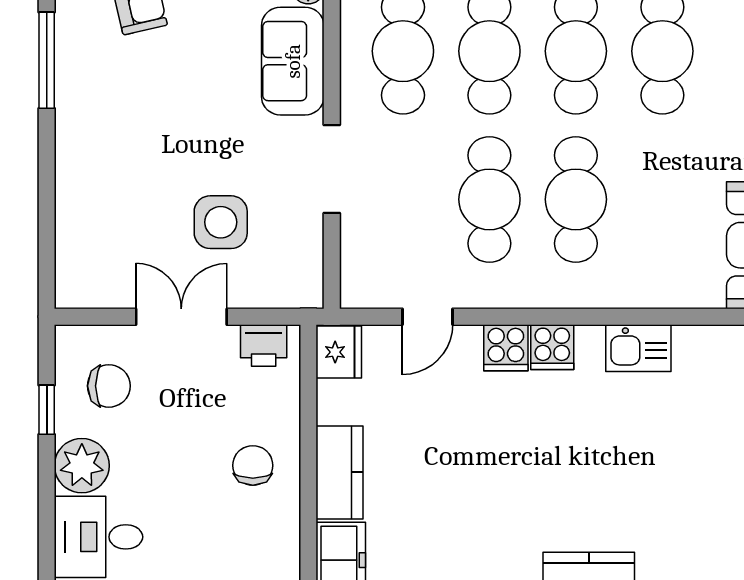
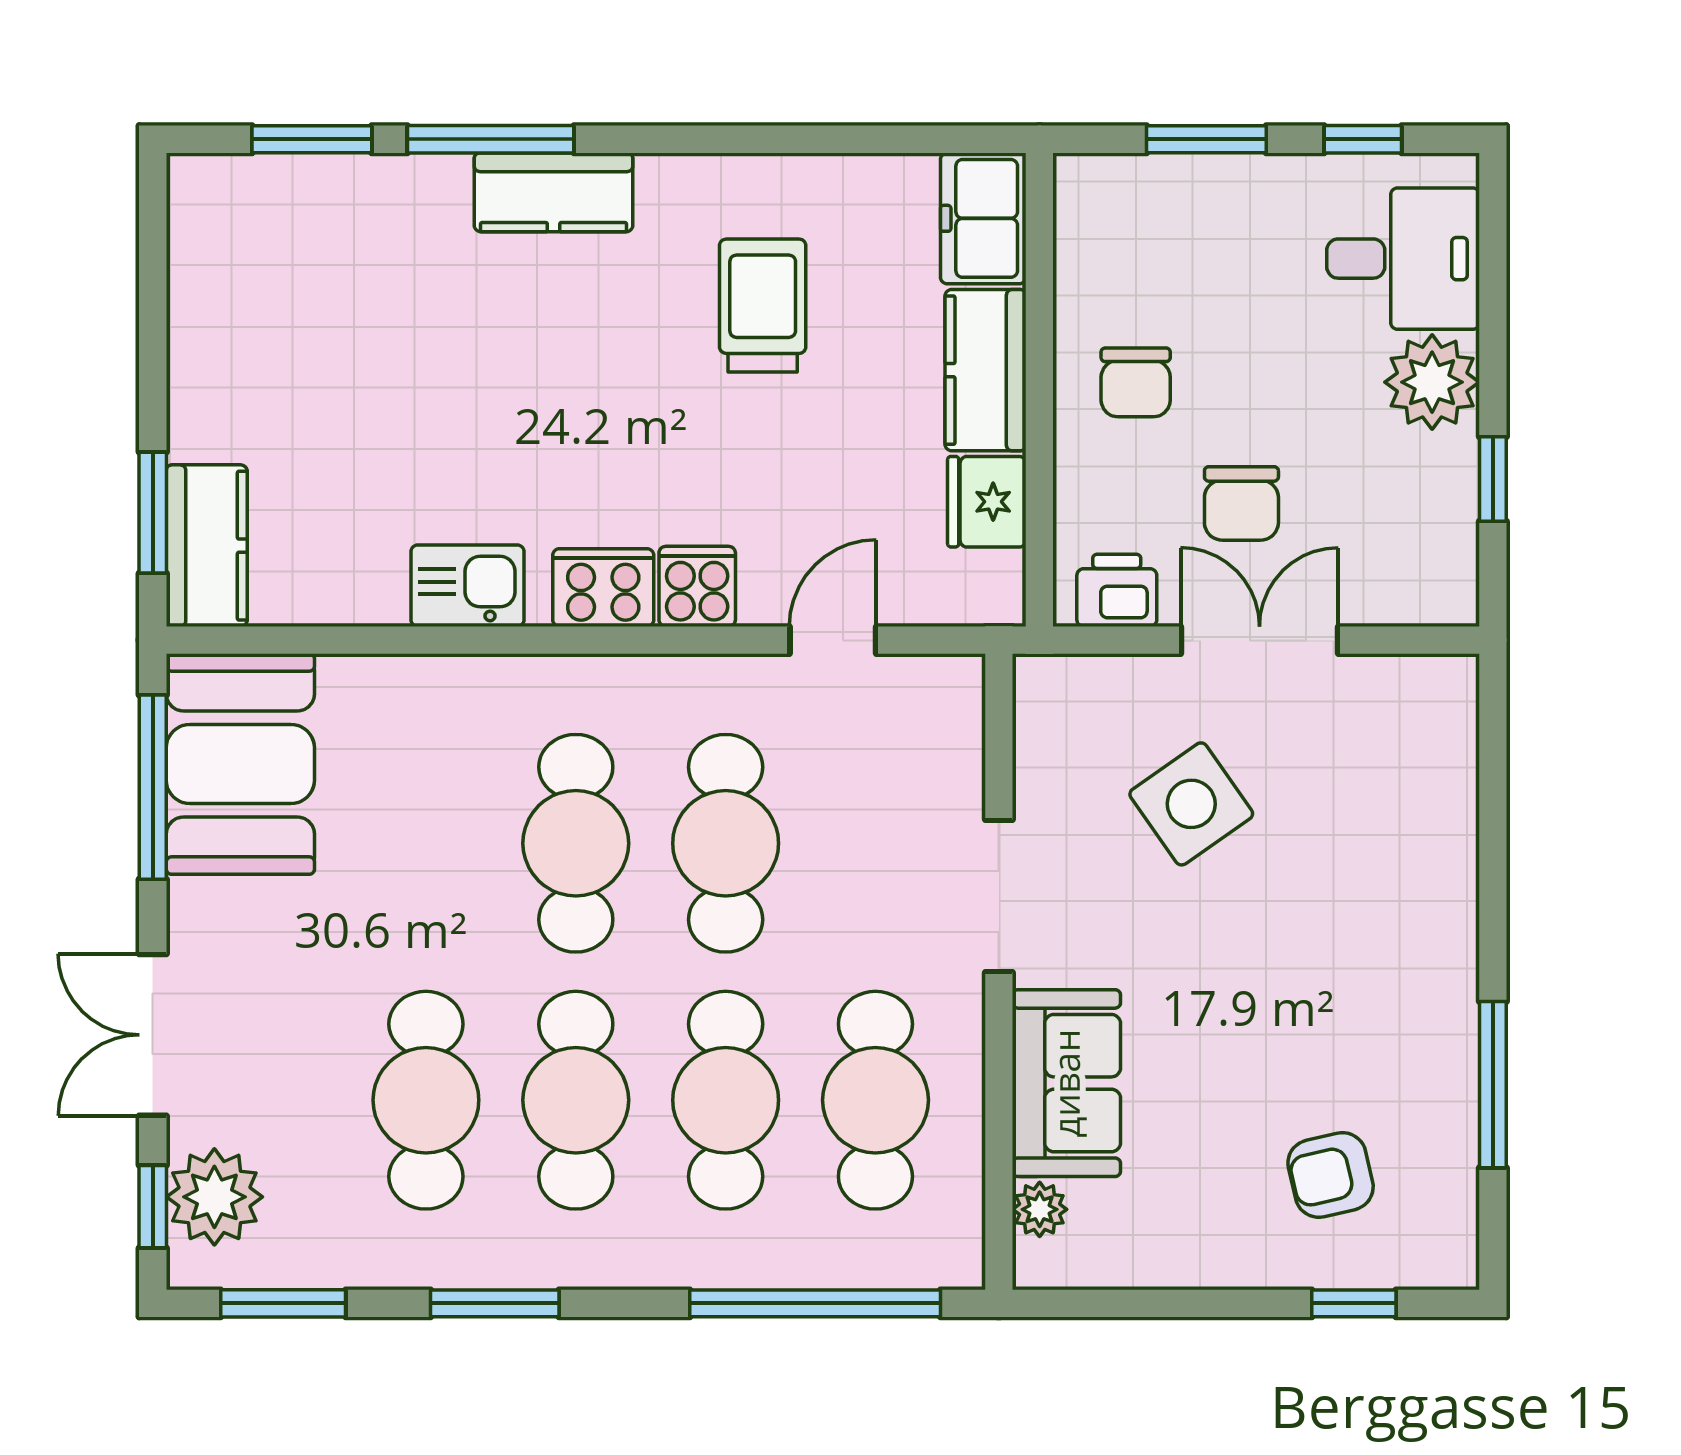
side table: (221, 222) -> (1191, 804), turned -35
double door: (181, 317) -> (1260, 640), swing flipped
cooker: (552, 347) -> (603, 588), width x1.36
fridge: (339, 352) -> (987, 502), moved
chair: (109, 386) -> (1241, 503), moved, turned -90
trolley: (468, 510) -> (763, 306), added

